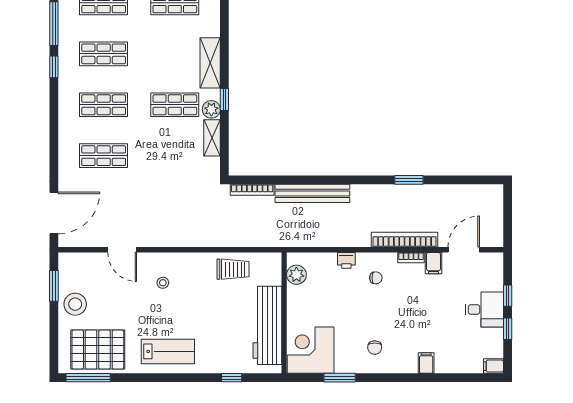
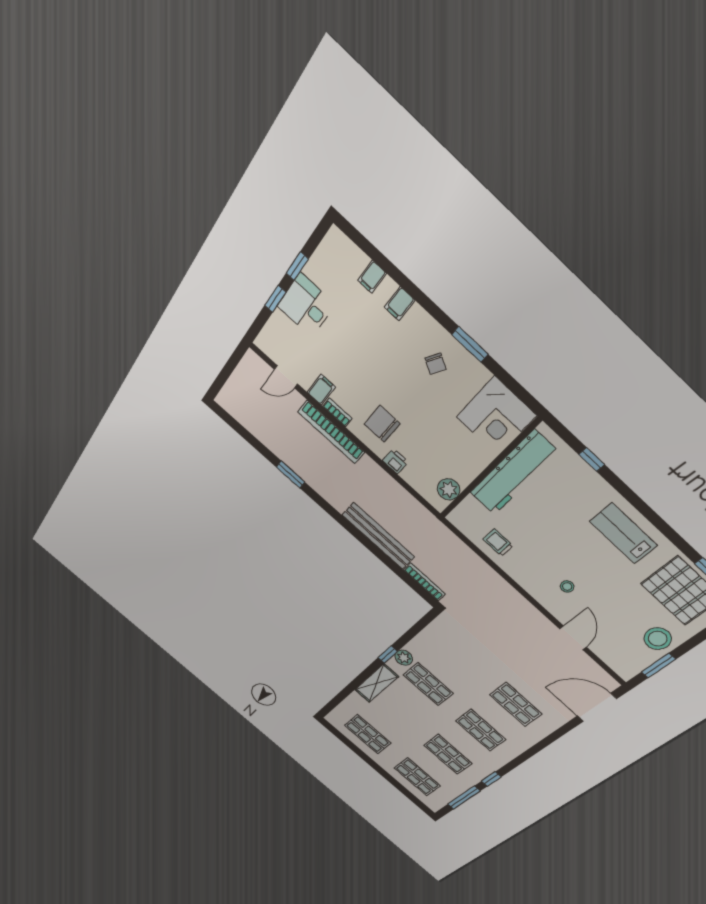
shelving: (212, 138) -> (421, 641), removed
door: (464, 250) -> (286, 377), width x0.73
trolley: (233, 269) -> (498, 543), width x0.73, depth x0.72
chair: (376, 278) -> (382, 424), width x1.87, depth x1.87
chair: (375, 348) -> (435, 364), turned 120
filing cabinet: (493, 366) -> (372, 277), moved, turned 90
window: (340, 378) -> (470, 344), moved

